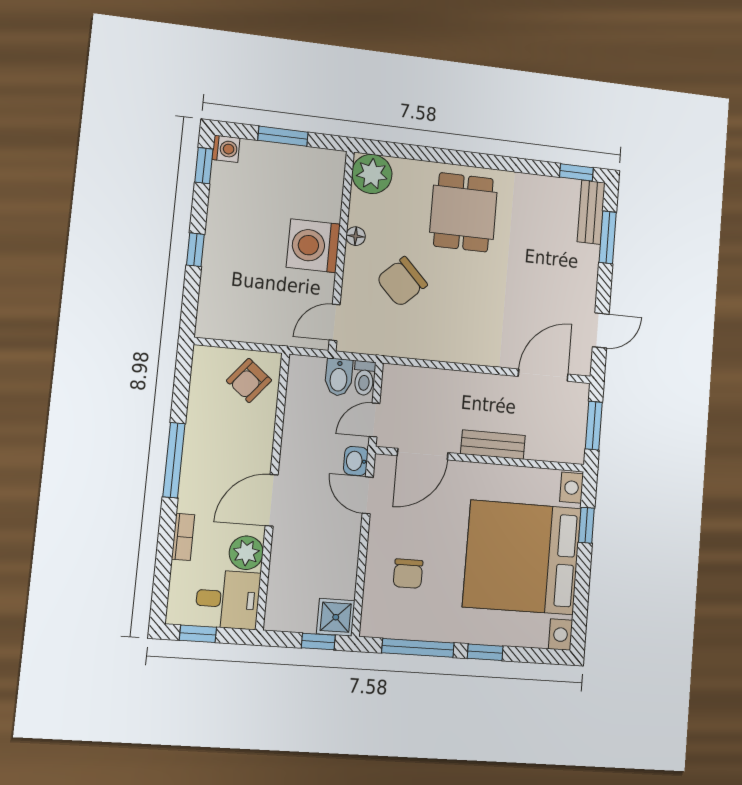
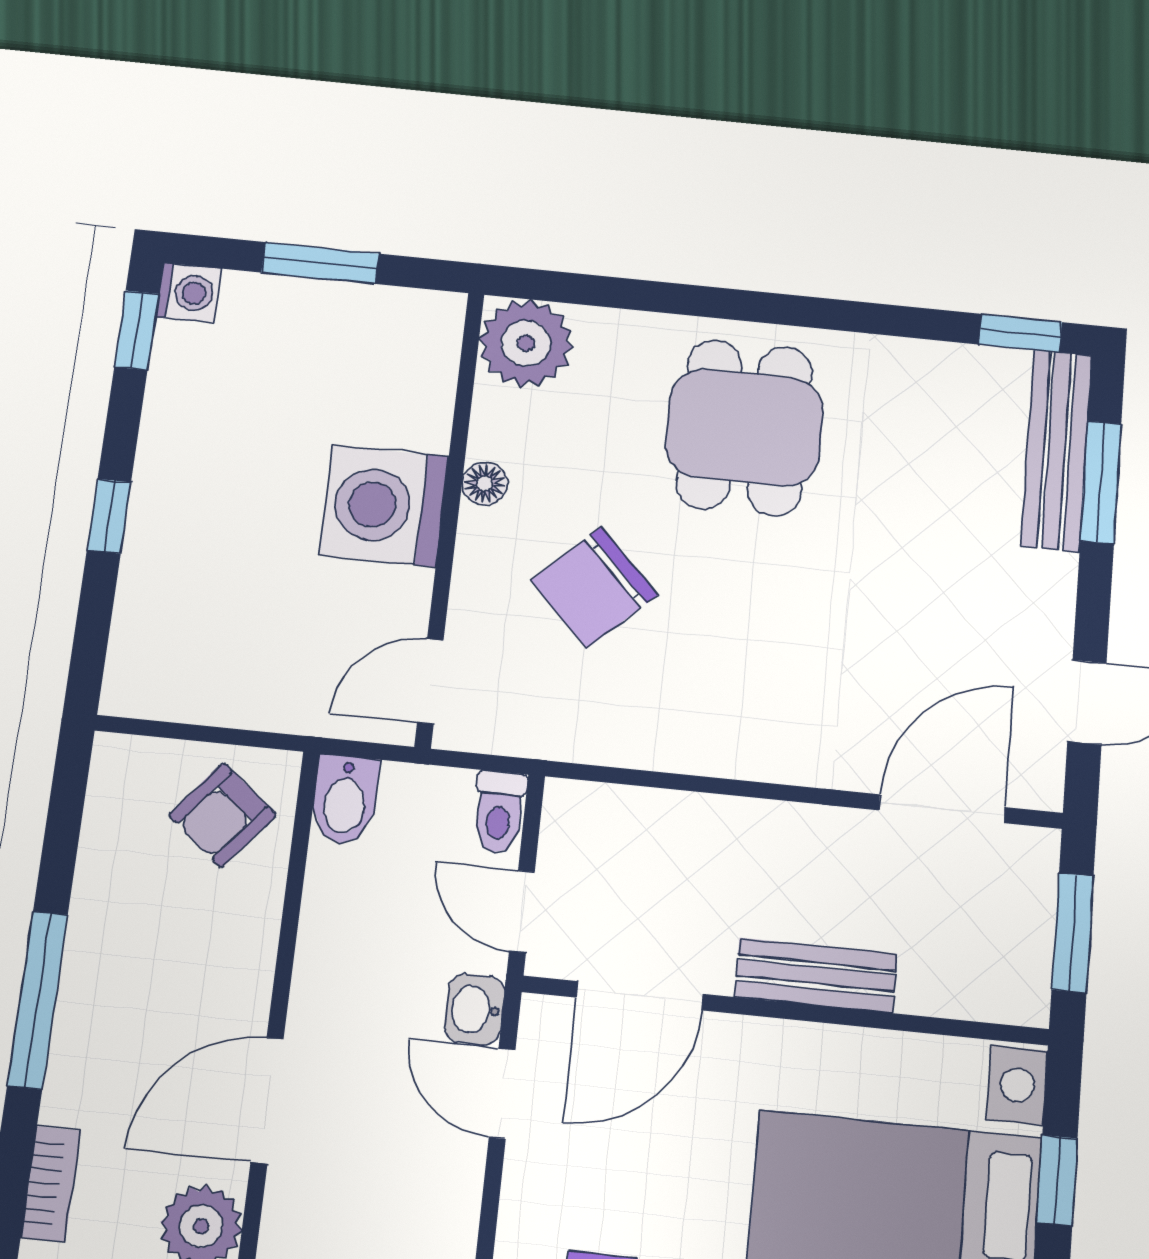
bench: (591, 212) -> (1057, 450), width x1.36
bidet: (339, 377) -> (345, 800), moved
door: (374, 420) -> (522, 912), hinge flipped

